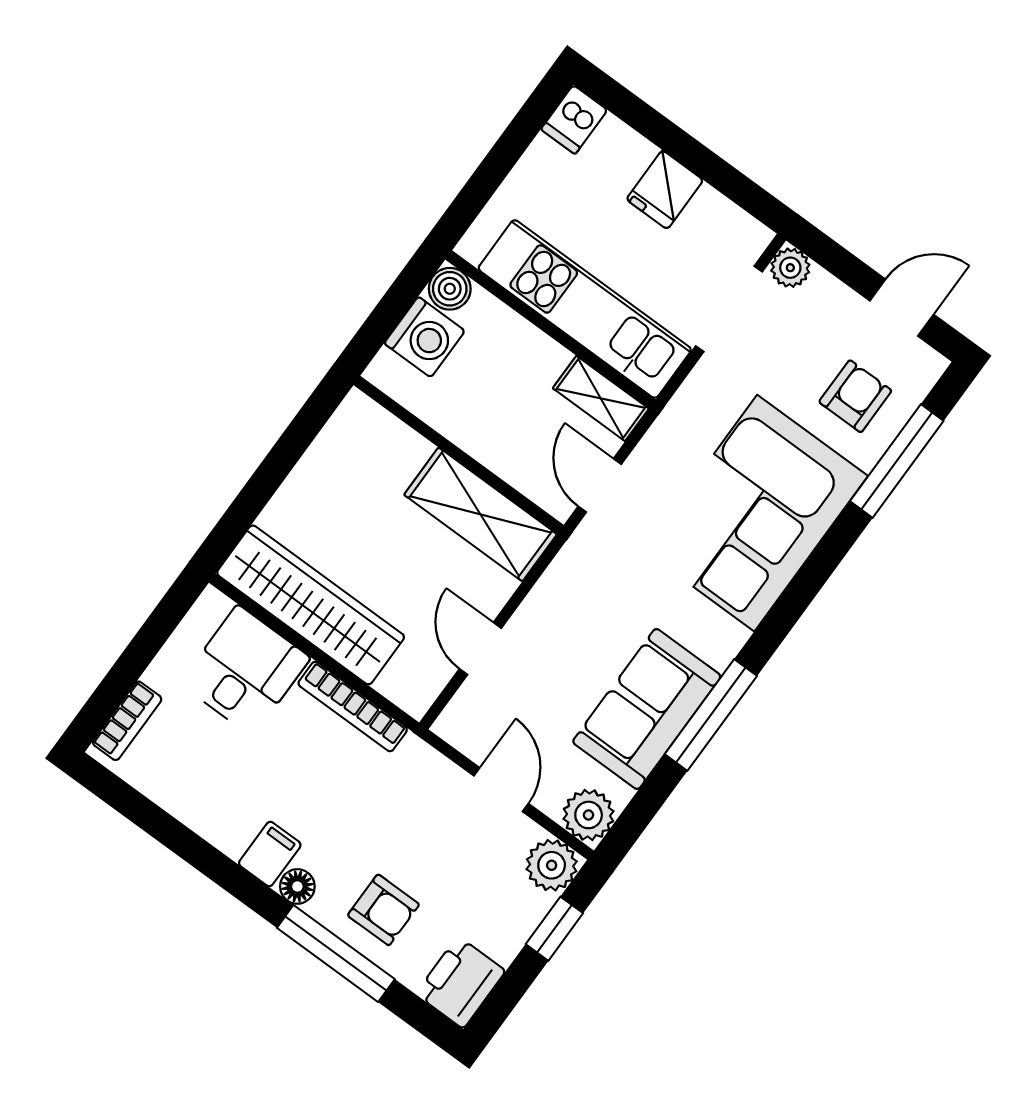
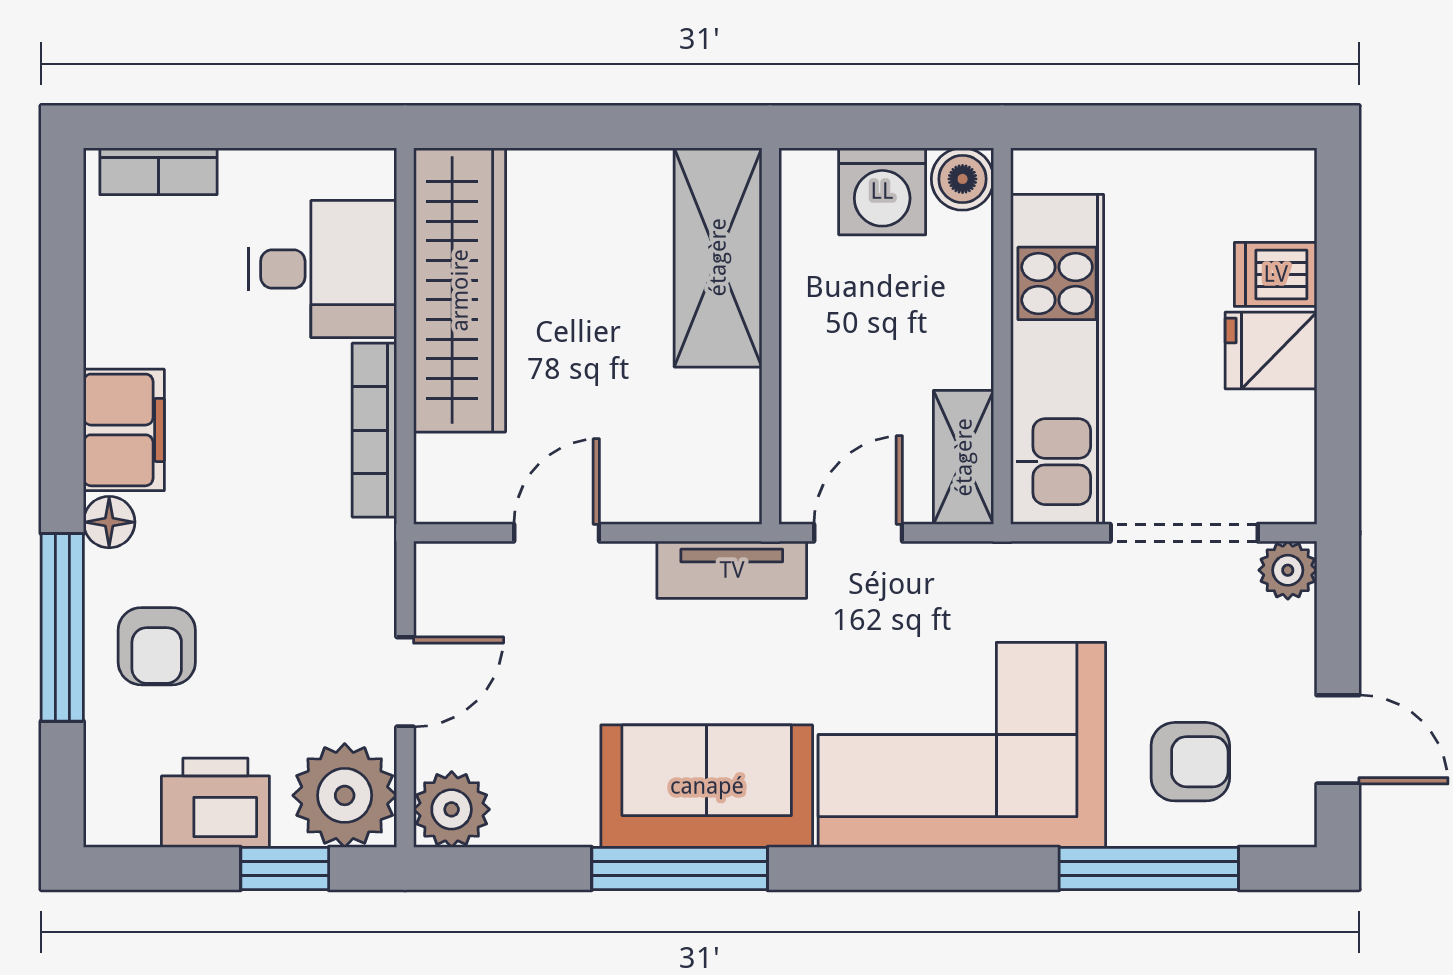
dishwasher: (574, 120) -> (1276, 274), moved
shelving: (480, 514) -> (718, 257), moved
tv unit: (570, 568) -> (732, 570), added
sofa: (647, 709) -> (707, 786), moved
filing cabinet: (270, 854) -> (124, 430), width x2.00
plant: (552, 865) -> (345, 795), width x1.36, depth x1.36
printer: (460, 982) -> (215, 803), moved

